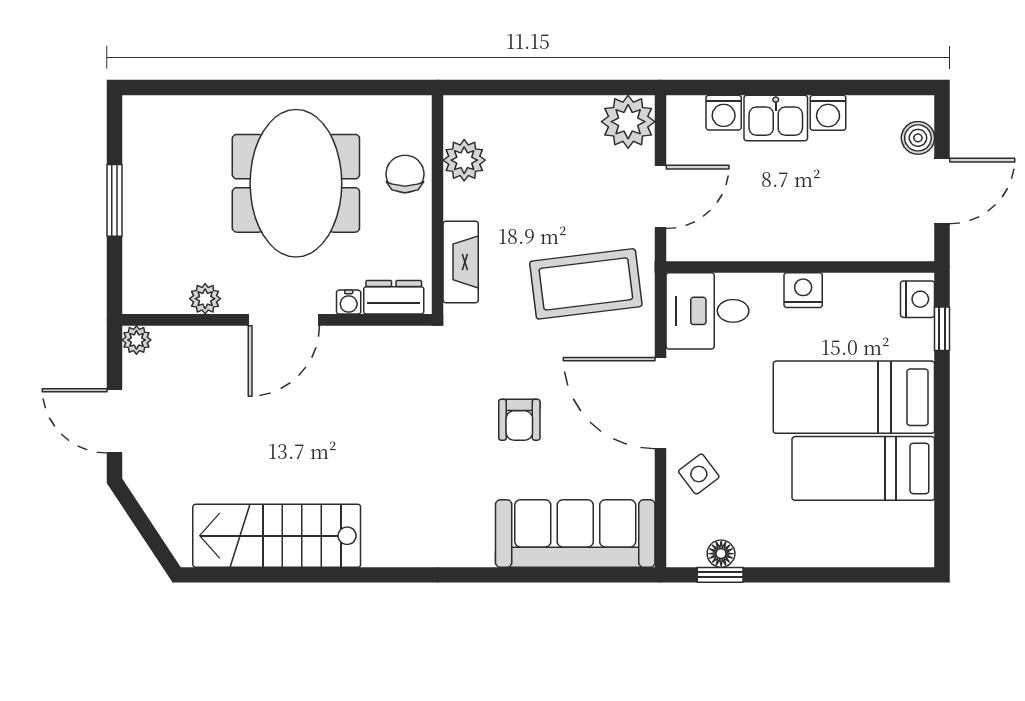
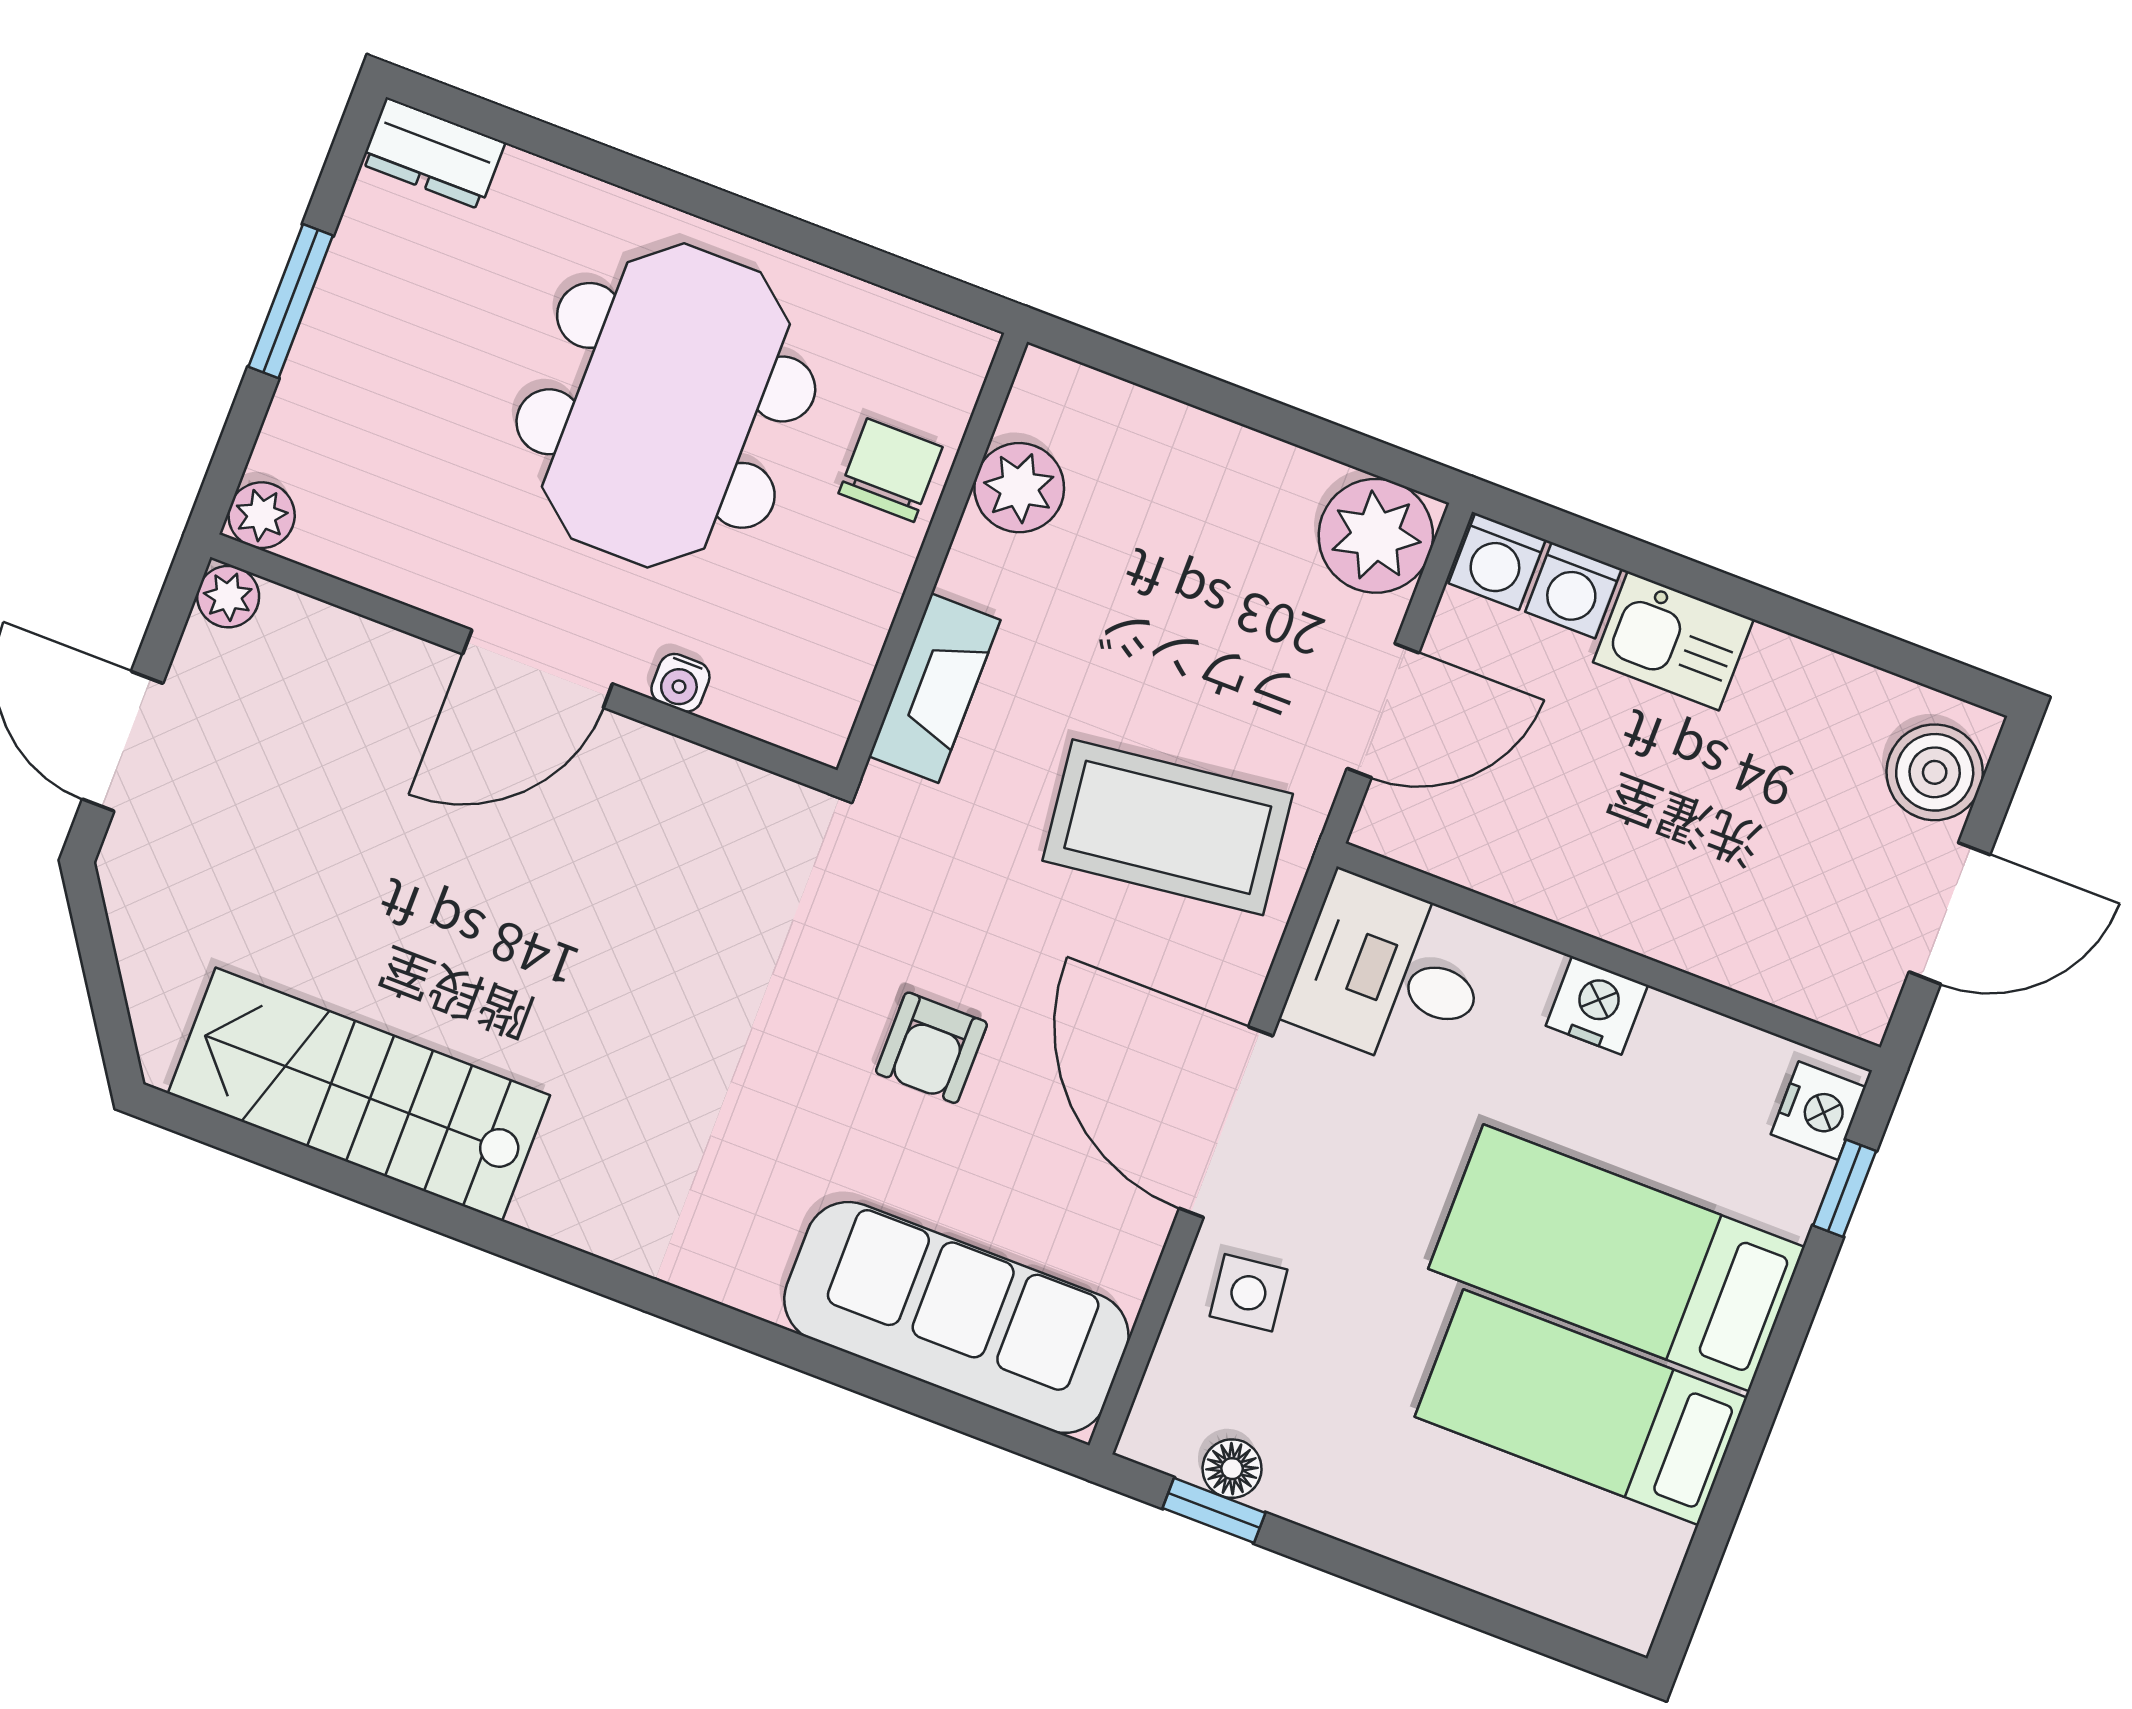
washing machine: (828, 113) -> (1497, 561), moved
boiler: (918, 138) -> (1935, 772), width x1.36, depth x1.36
dresser: (394, 297) -> (433, 153), moved, turned 180
plant: (205, 299) -> (262, 515), moved
side table: (699, 474) -> (1248, 1293), turned 30

